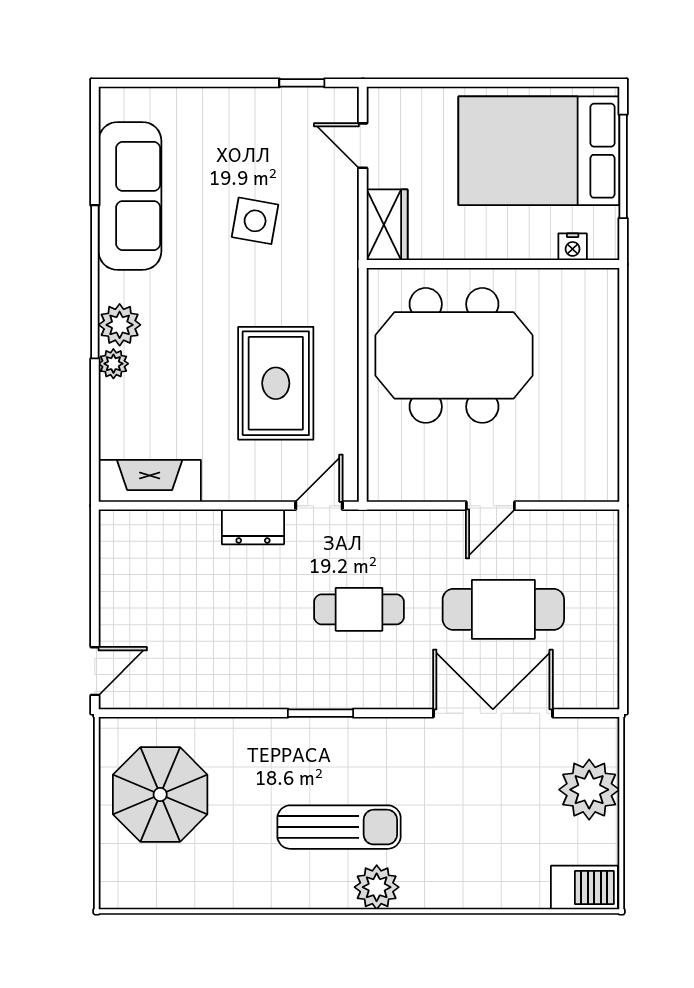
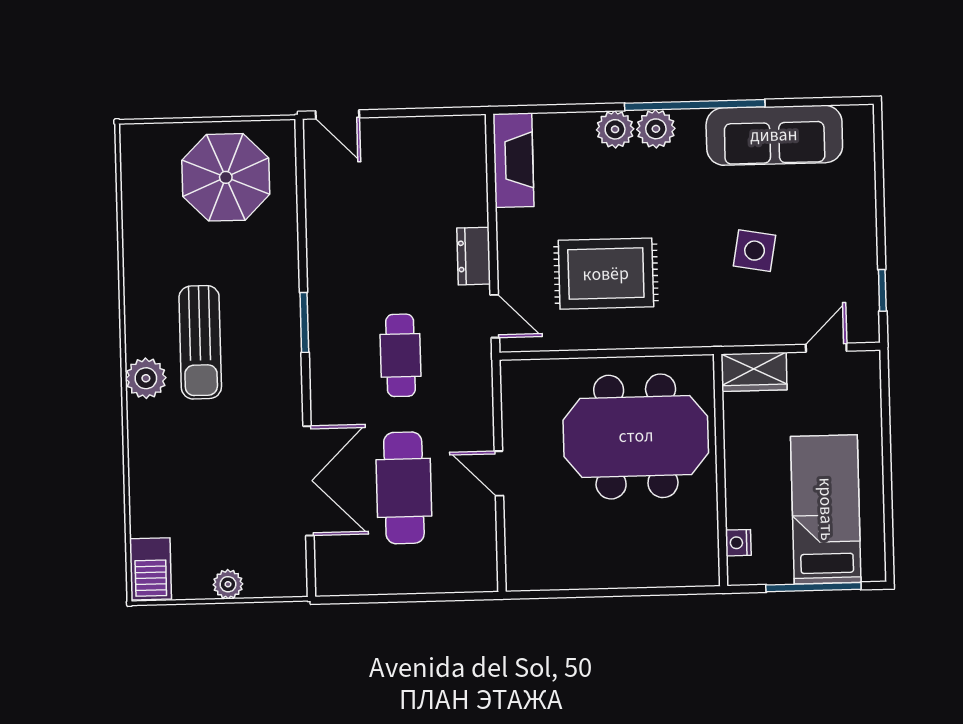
bed: (539, 151) -> (826, 509), width x0.67
meeting table: (454, 355) -> (636, 436), turned 90
plant: (113, 364) -> (615, 129), width x1.38, depth x1.38
plant: (589, 790) -> (228, 584), width x0.53, depth x0.53

